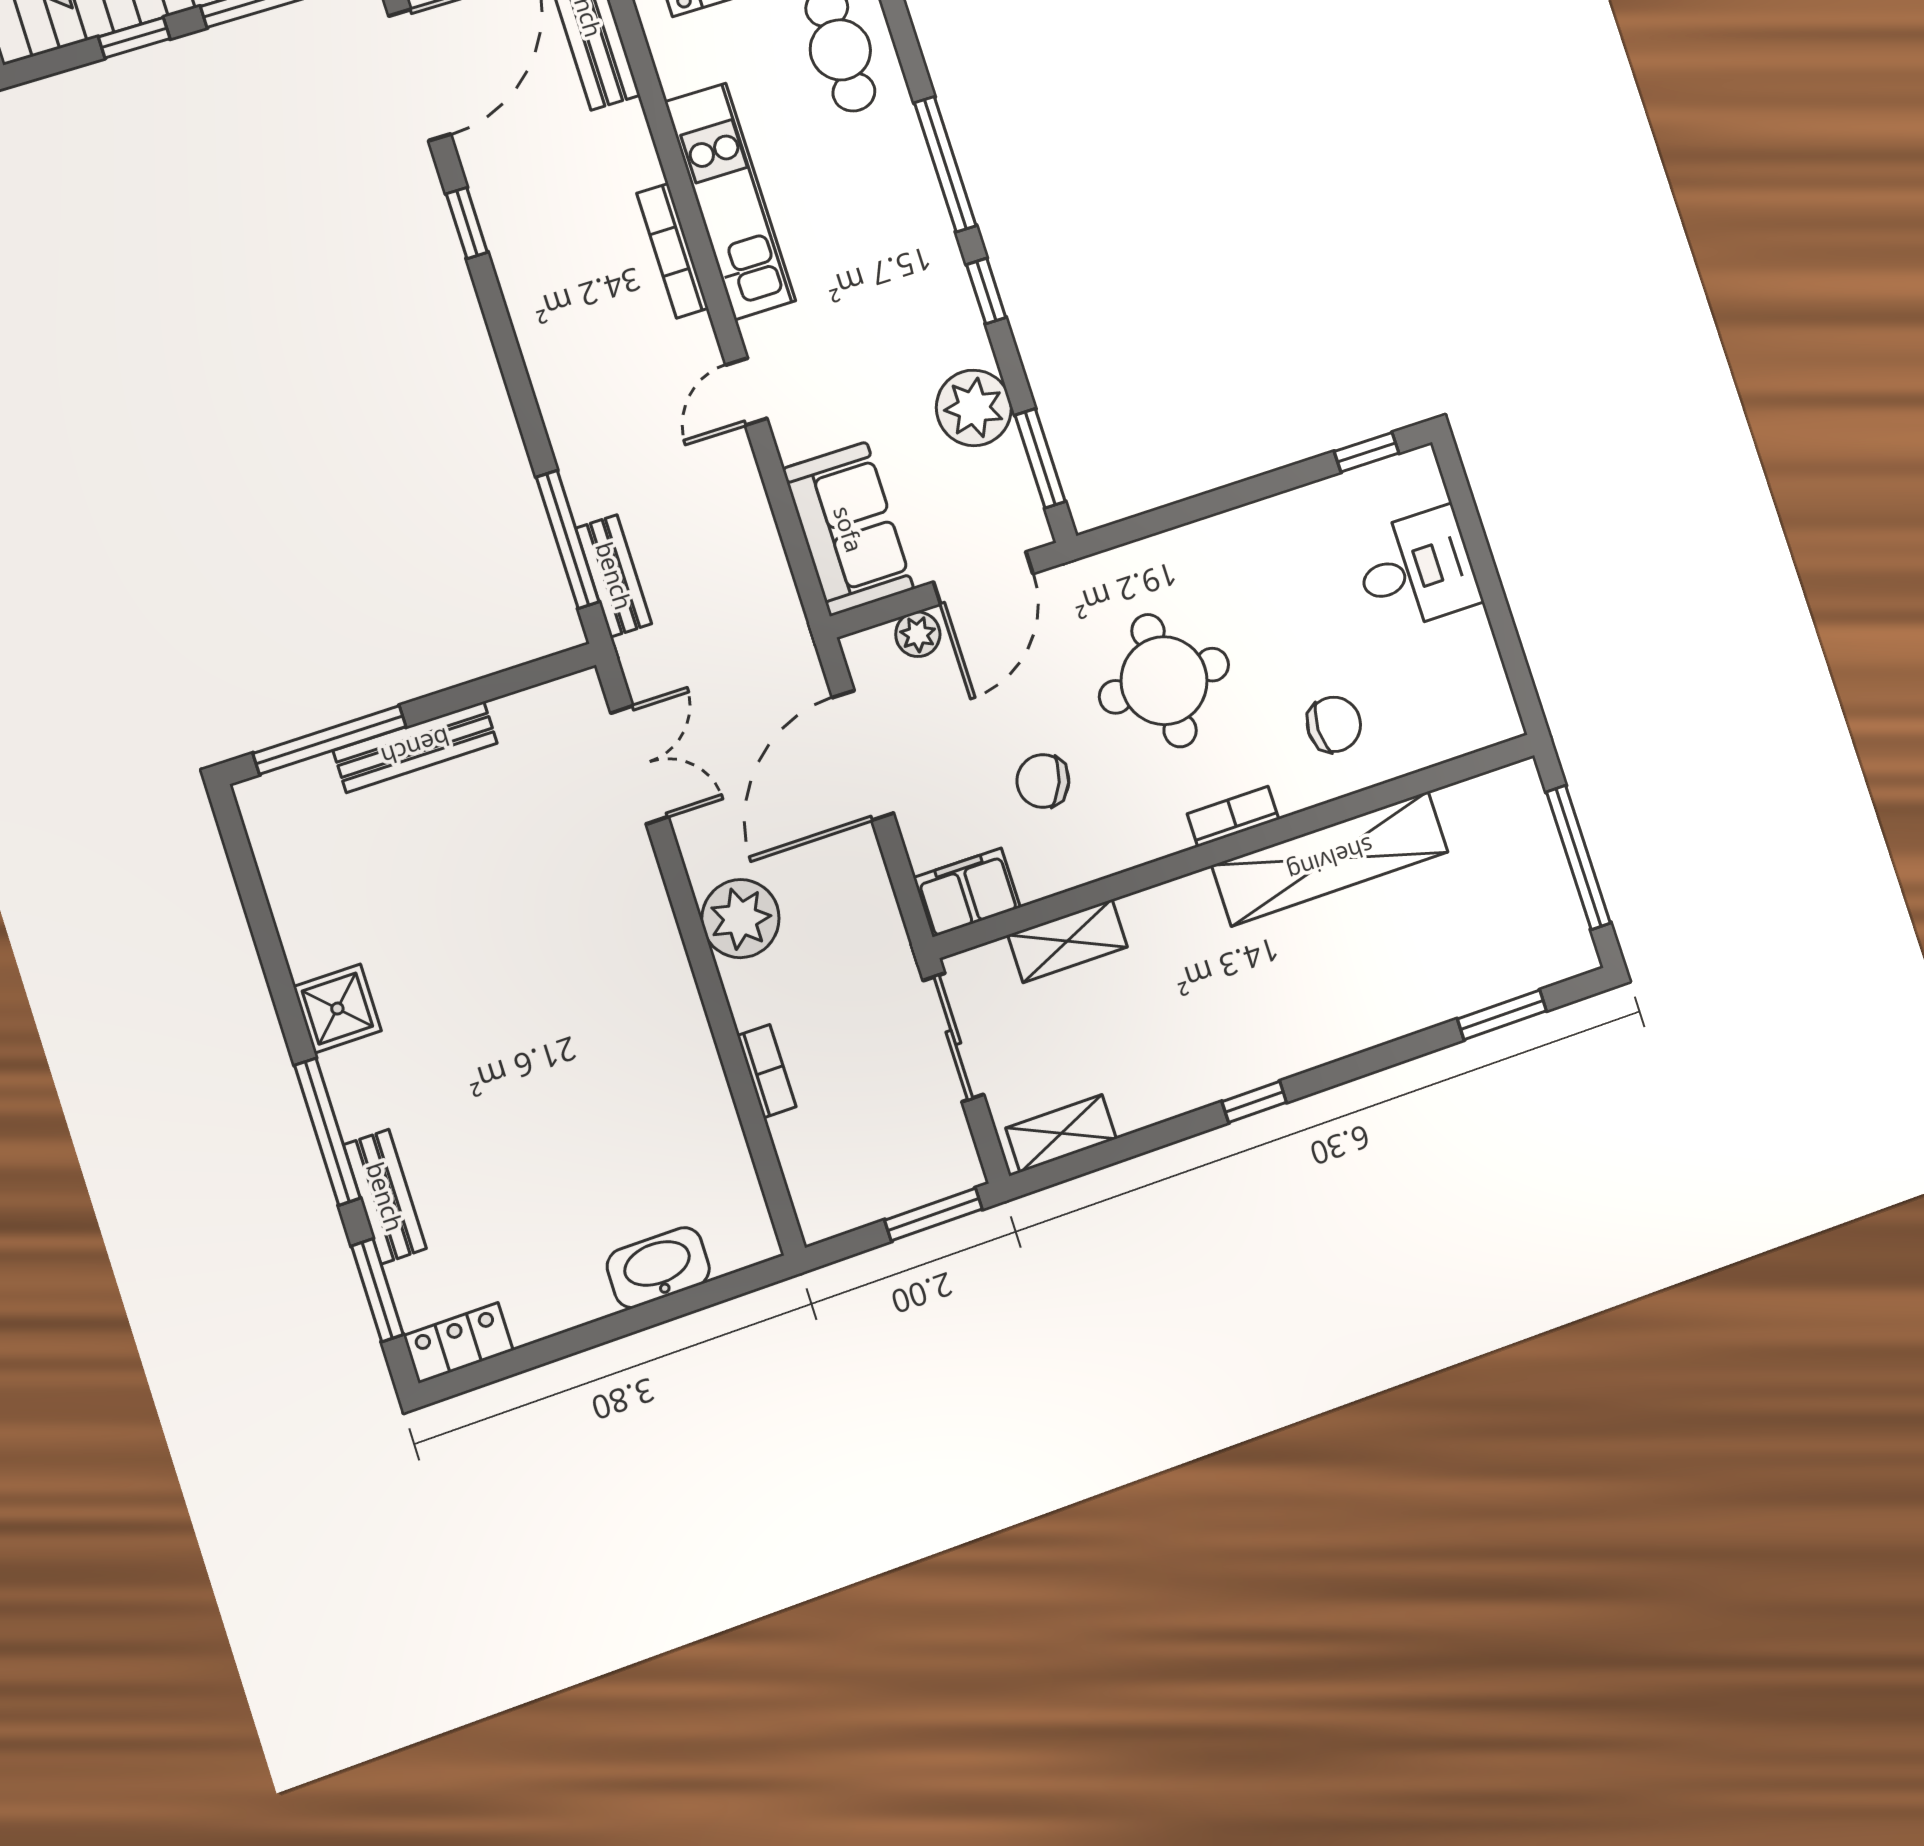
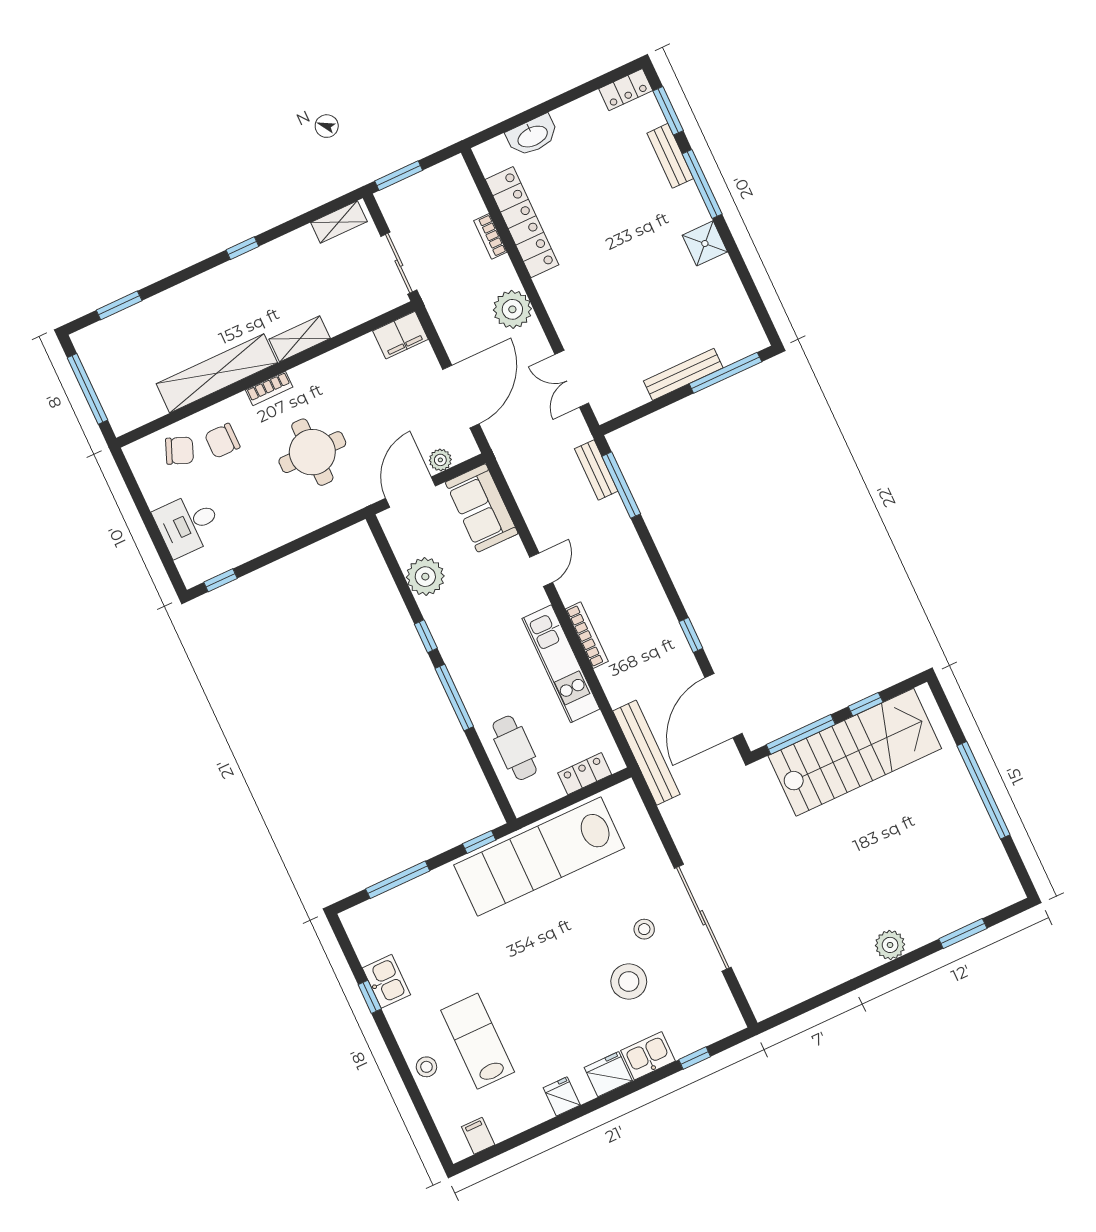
window: (1040, 458) -> (389, 556), removed
chair: (1043, 781) -> (180, 451), moved
shelving: (1068, 941) -> (300, 339), moved
locker: (700, 1093) -> (522, 222), added

